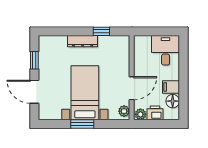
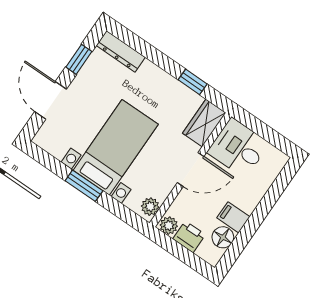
dresser: (83, 41) -> (121, 51), moved
wardrobe: (122, 48) -> (204, 123), added
desk: (166, 50) -> (238, 148), moved, turned -90
door: (132, 88) -> (191, 169), moved

